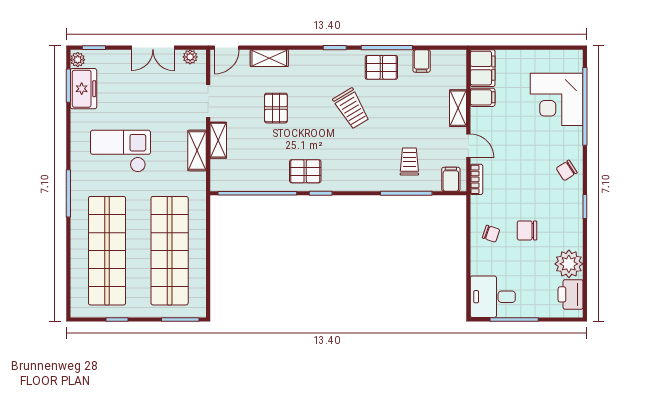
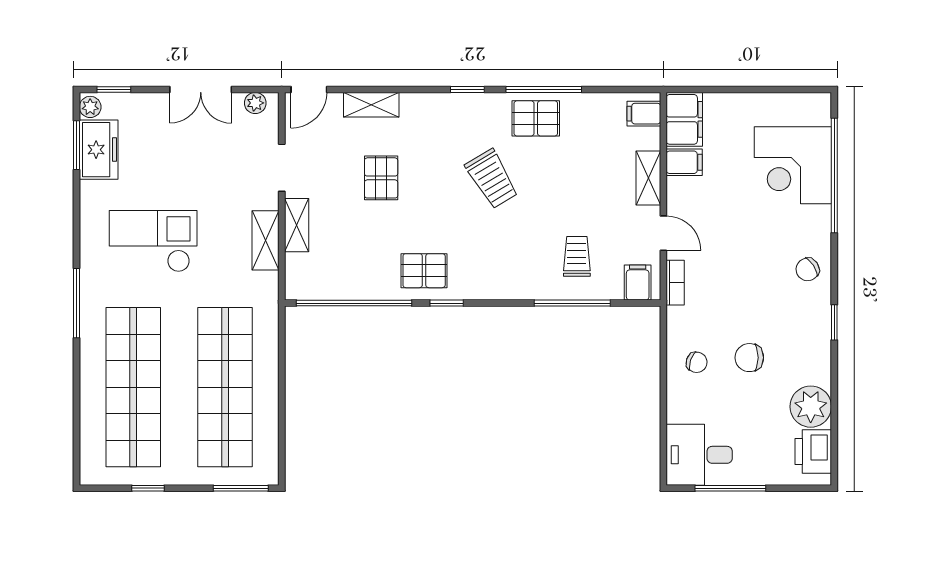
filing cabinet: (422, 61) -> (644, 114), moved, turned 90

